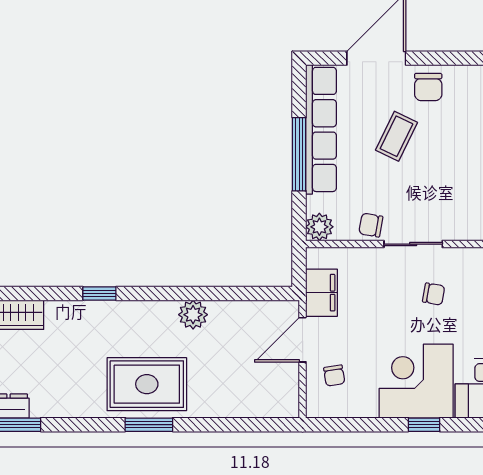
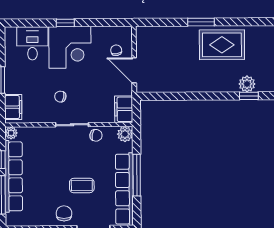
coffee table: (396, 136) -> (82, 185), turned 64
filing cabinet: (321, 293) -> (124, 109), moved
plant: (193, 315) -> (247, 84), moved
door: (303, 340) -> (134, 70), swing flipped
window: (149, 425) -> (201, 22), moved

